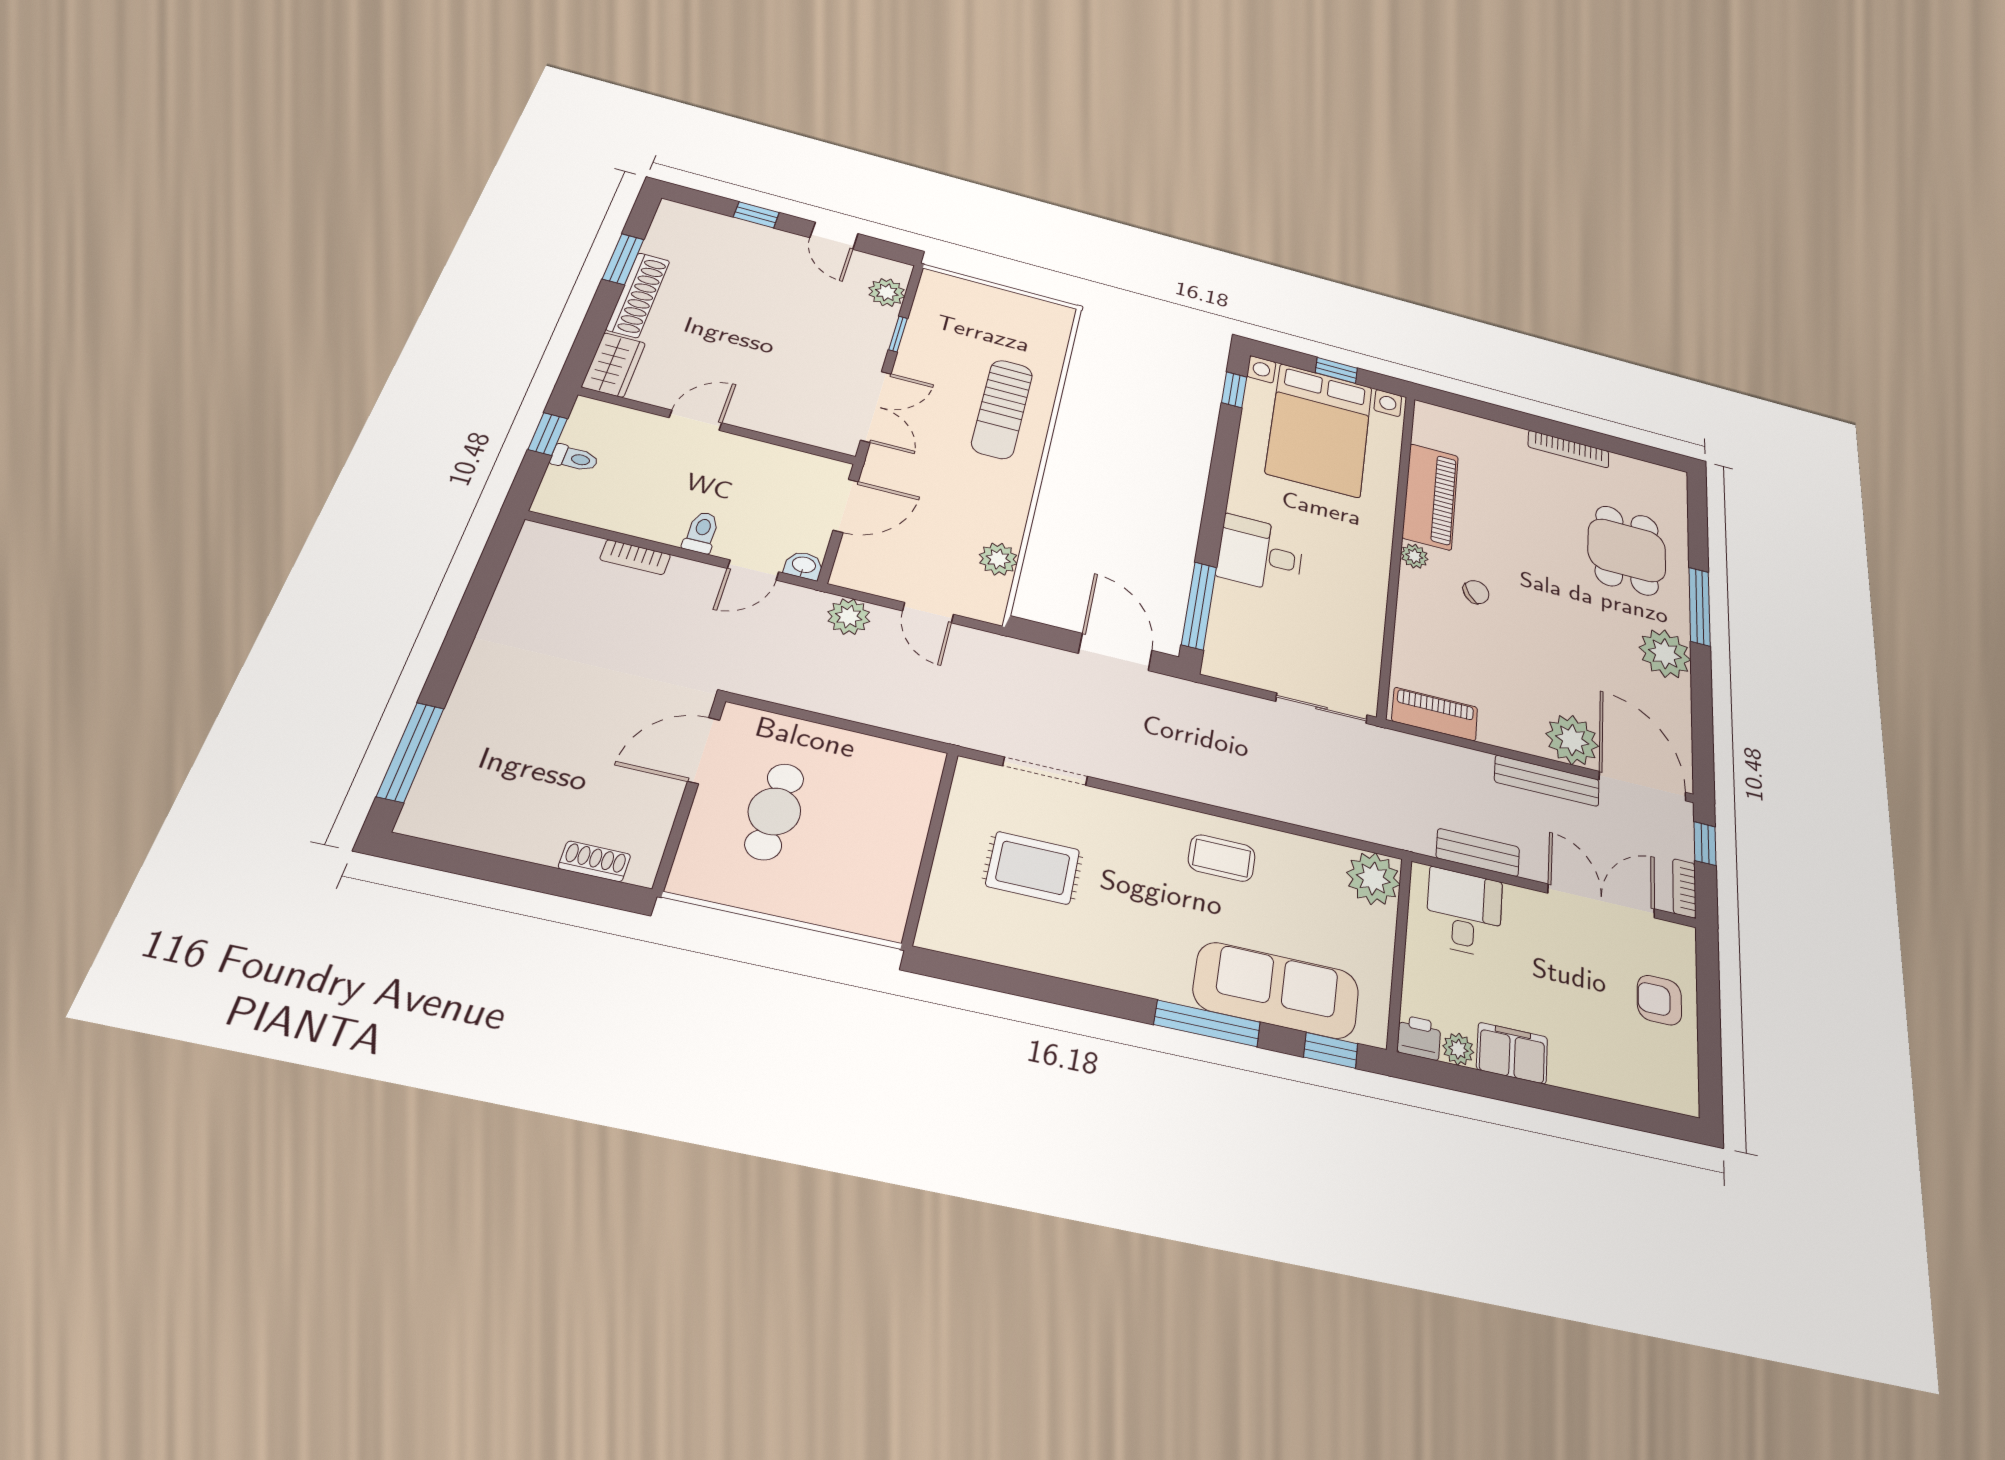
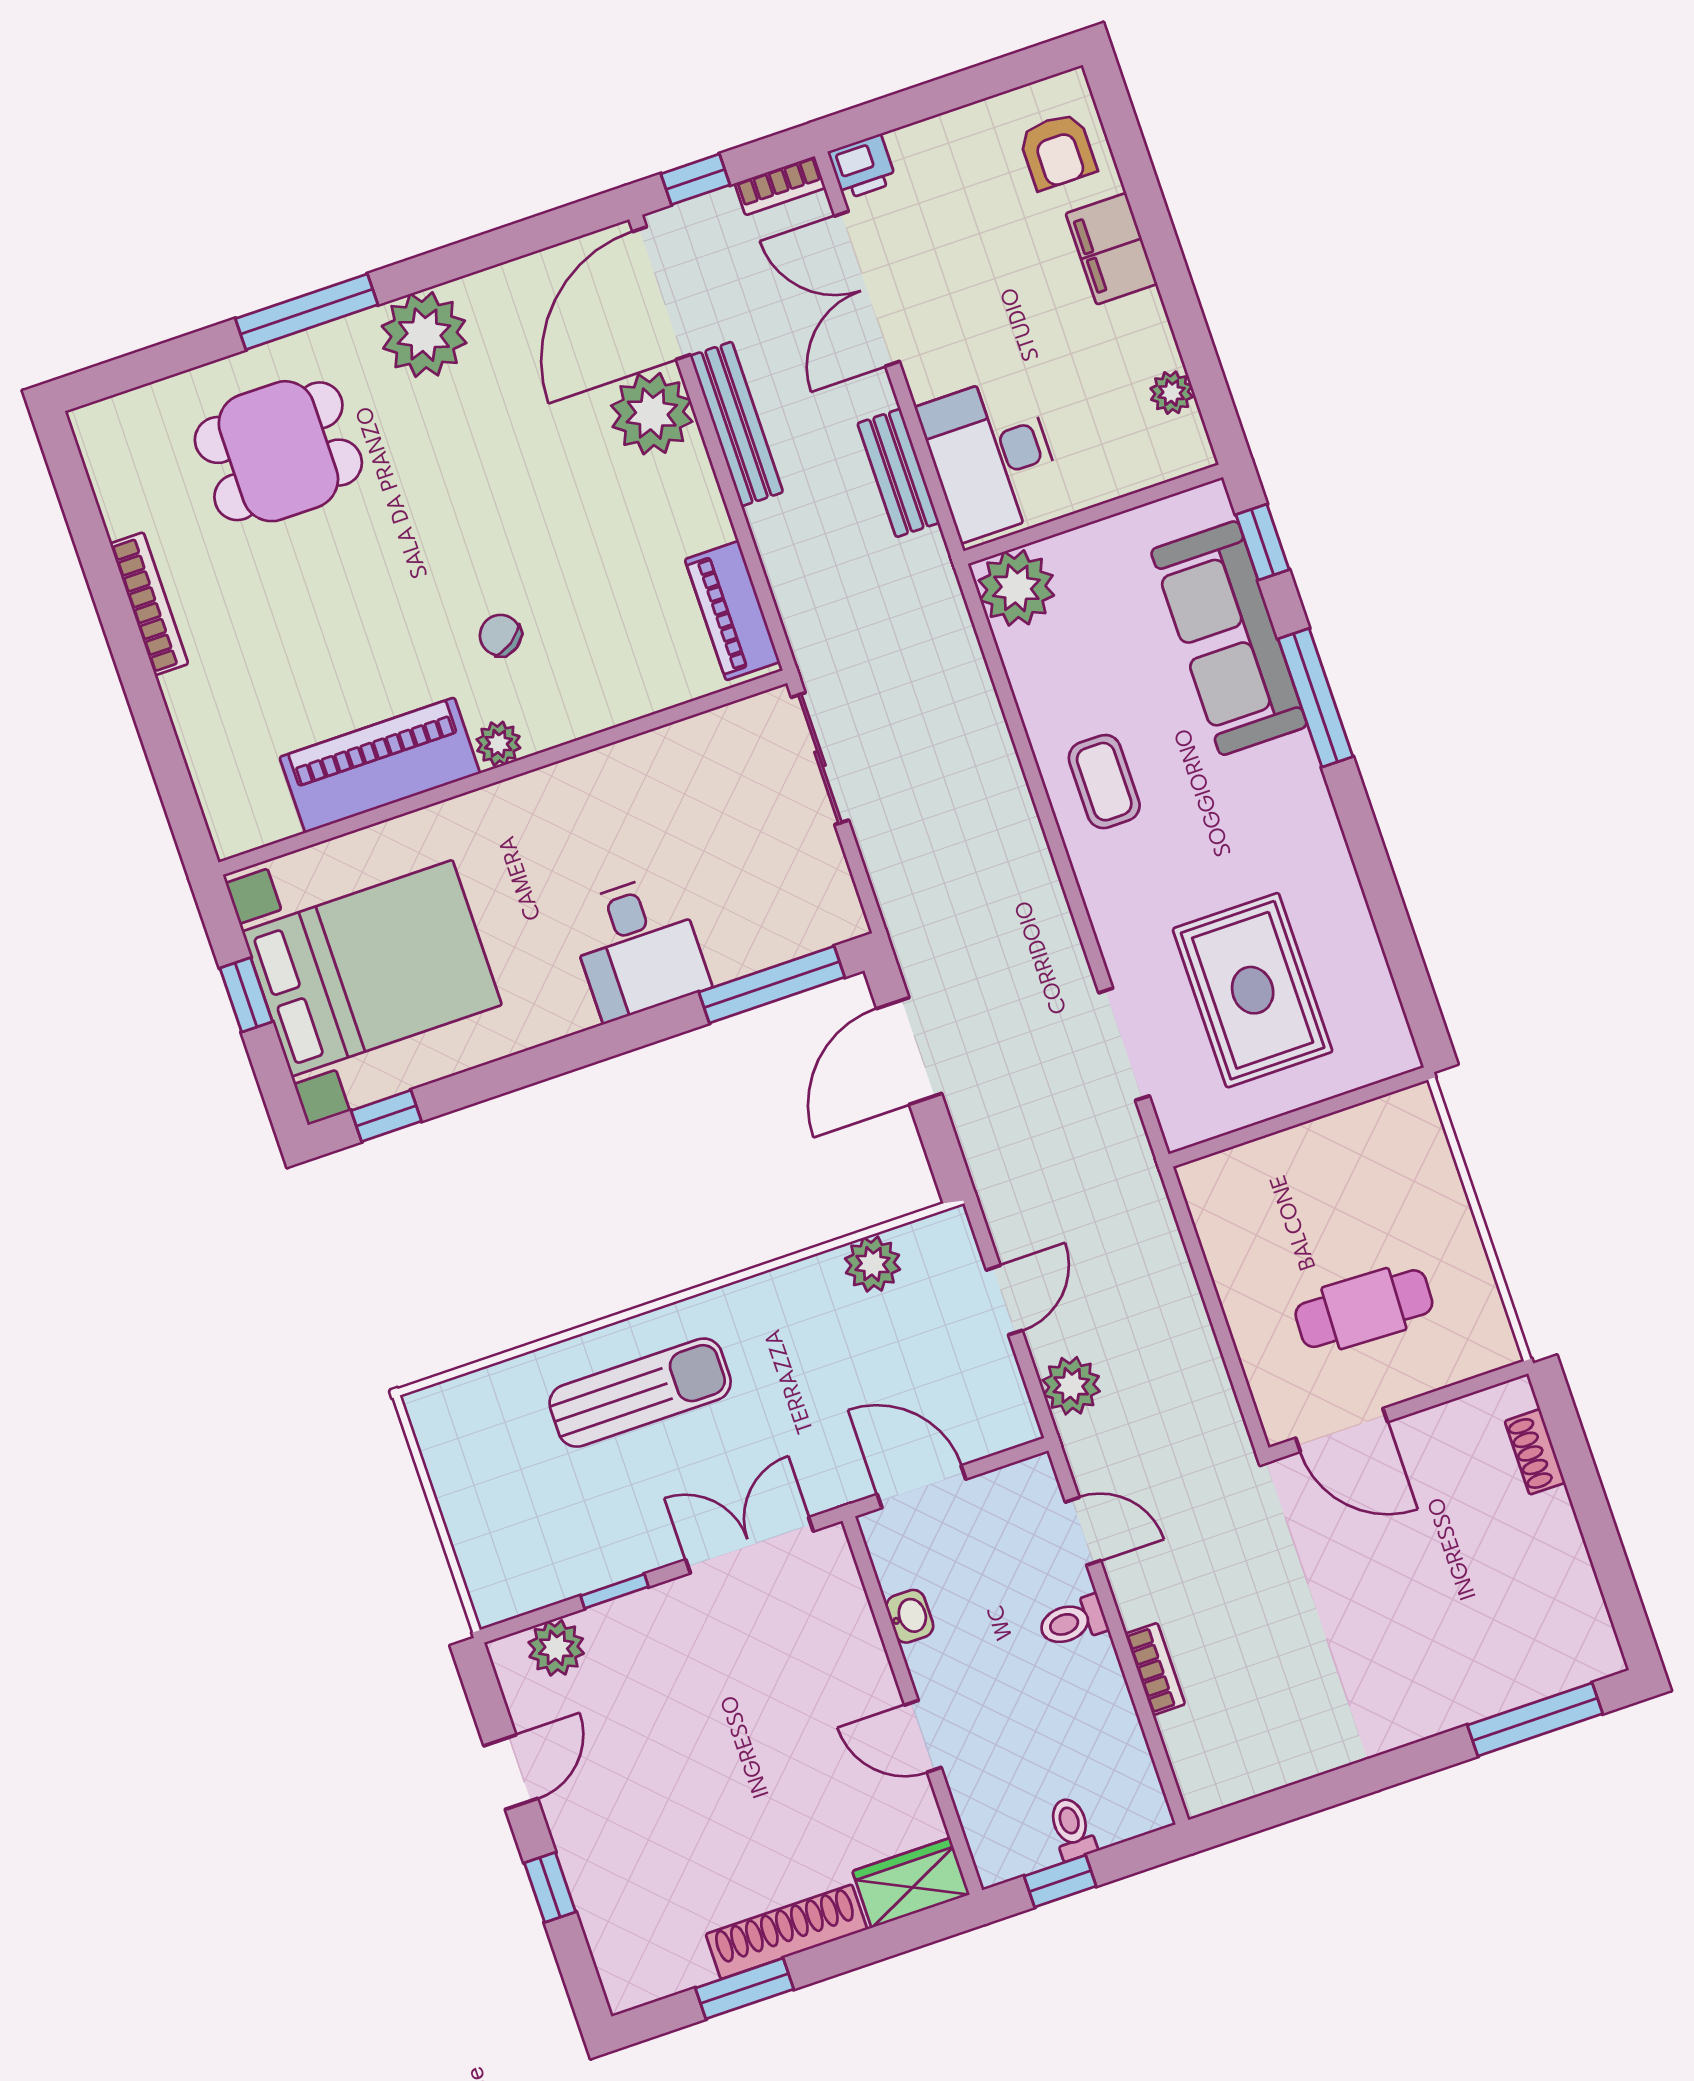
washbasin: (804, 565) -> (910, 1616), moved, turned 180
rug: (1033, 868) -> (1253, 990), width x1.36, depth x1.43
desk: (1464, 912) -> (991, 457), width x1.37
armchair: (1659, 1000) -> (1057, 151), moved
printer: (1419, 1037) -> (862, 167), moved, turned -90
filing cabinet: (1512, 1053) -> (1111, 249), moved

